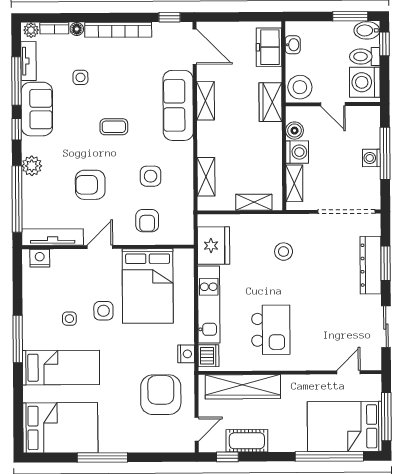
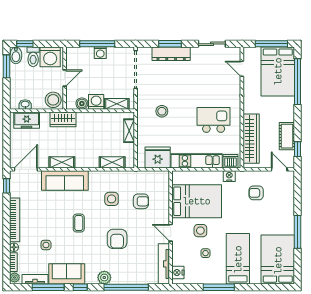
tv unit: (53, 237) -> (164, 264), moved
door: (100, 247) -> (171, 233), moved
wall: (108, 247) -> (171, 227), moved
nightstand: (40, 258) -> (178, 273), moved
bed: (148, 286) -> (197, 201), moved
armchair: (161, 395) -> (256, 193), width x0.53, depth x0.53

